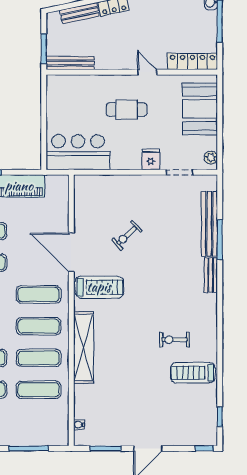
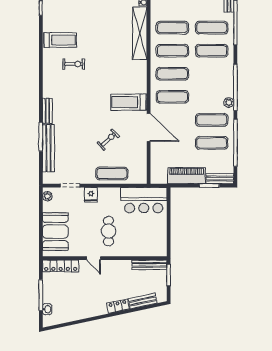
cafe table: (127, 110) -> (108, 231), turned 90
exercise mat: (122, 189) -> (112, 173), added
shelving: (84, 347) -> (140, 33), moved

